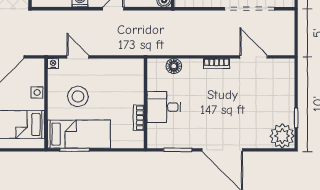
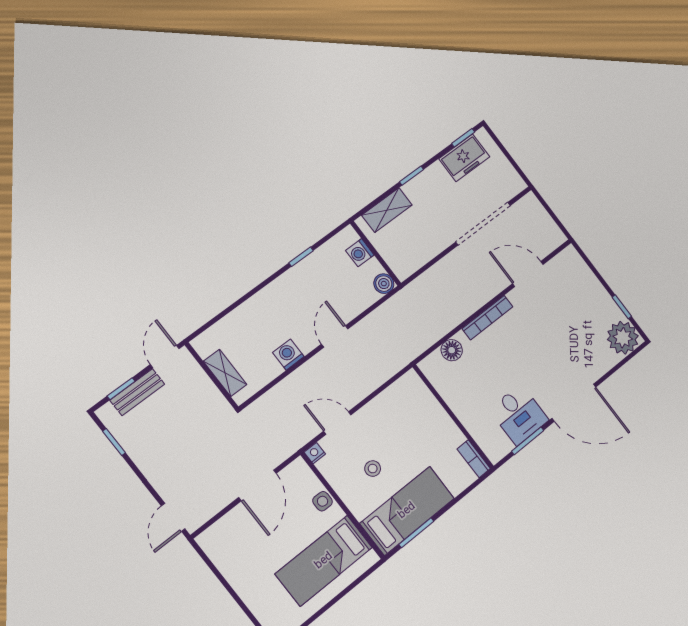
bookcase: (217, 64) -> (487, 318), width x1.56
stool: (78, 96) -> (373, 469), width x0.53, depth x0.53
desk: (164, 107) -> (519, 415), moved, turned -90
bookcase: (139, 118) -> (474, 459), moved

